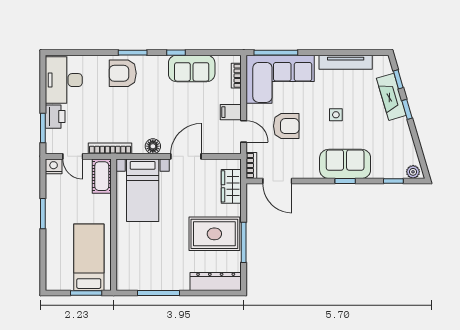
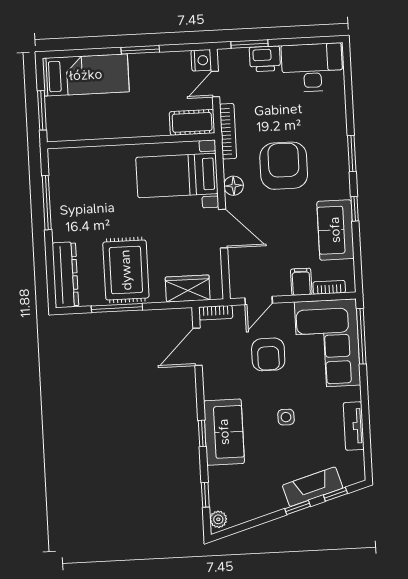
tv unit: (346, 62) -> (354, 426), width x0.71
armchair: (123, 73) -> (284, 166), moved, width x1.36, depth x1.36
filing cabinet: (231, 112) -> (301, 282), moved
bed: (89, 257) -> (86, 75), moved

